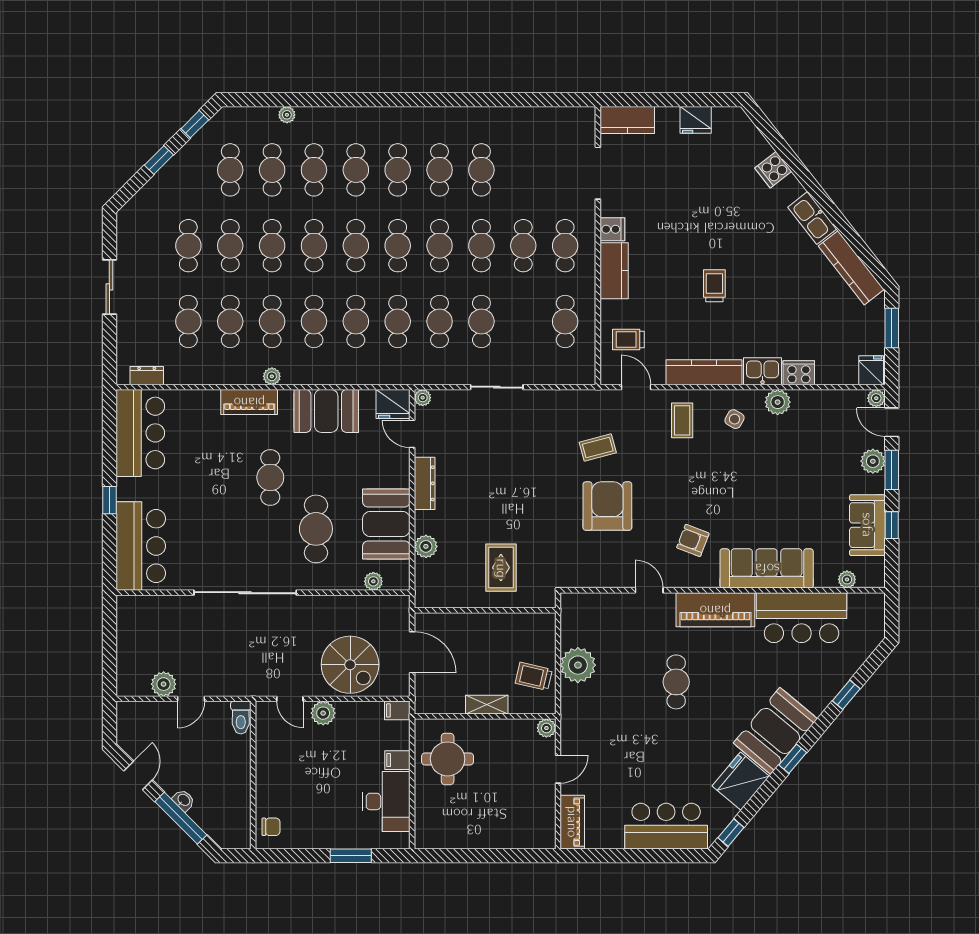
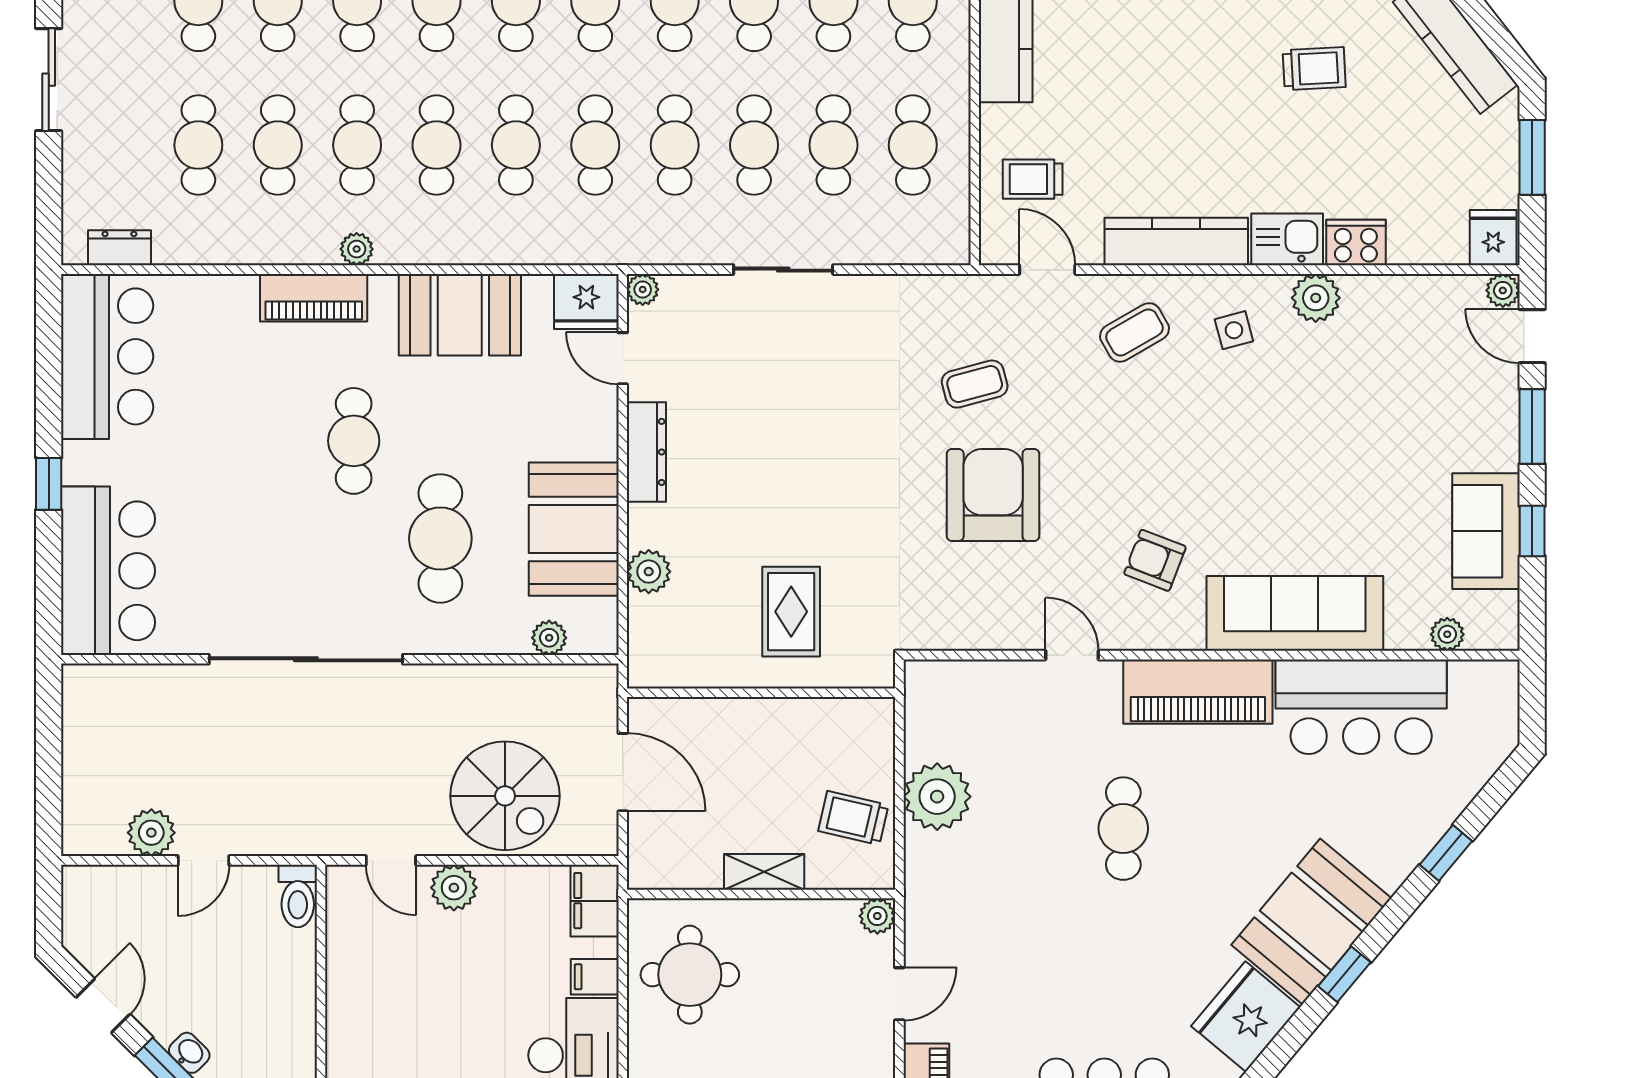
trolley: (714, 286) -> (1314, 69), moved, turned 87
cafe table: (523, 321) -> (833, 145), added
side table: (734, 419) -> (1234, 330), turned 45
coffee table: (682, 420) -> (1134, 332), turned 60
plant: (873, 461) -> (1496, 410), removed
filing cabinet: (397, 710) -> (595, 901), width x2.00

